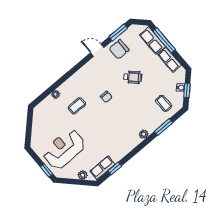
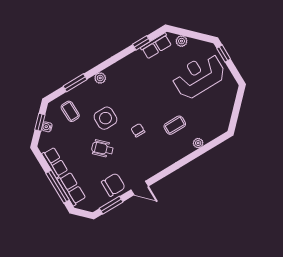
side table: (134, 102) -> (105, 118), added
reception desk: (64, 149) -> (199, 76), turned 180

